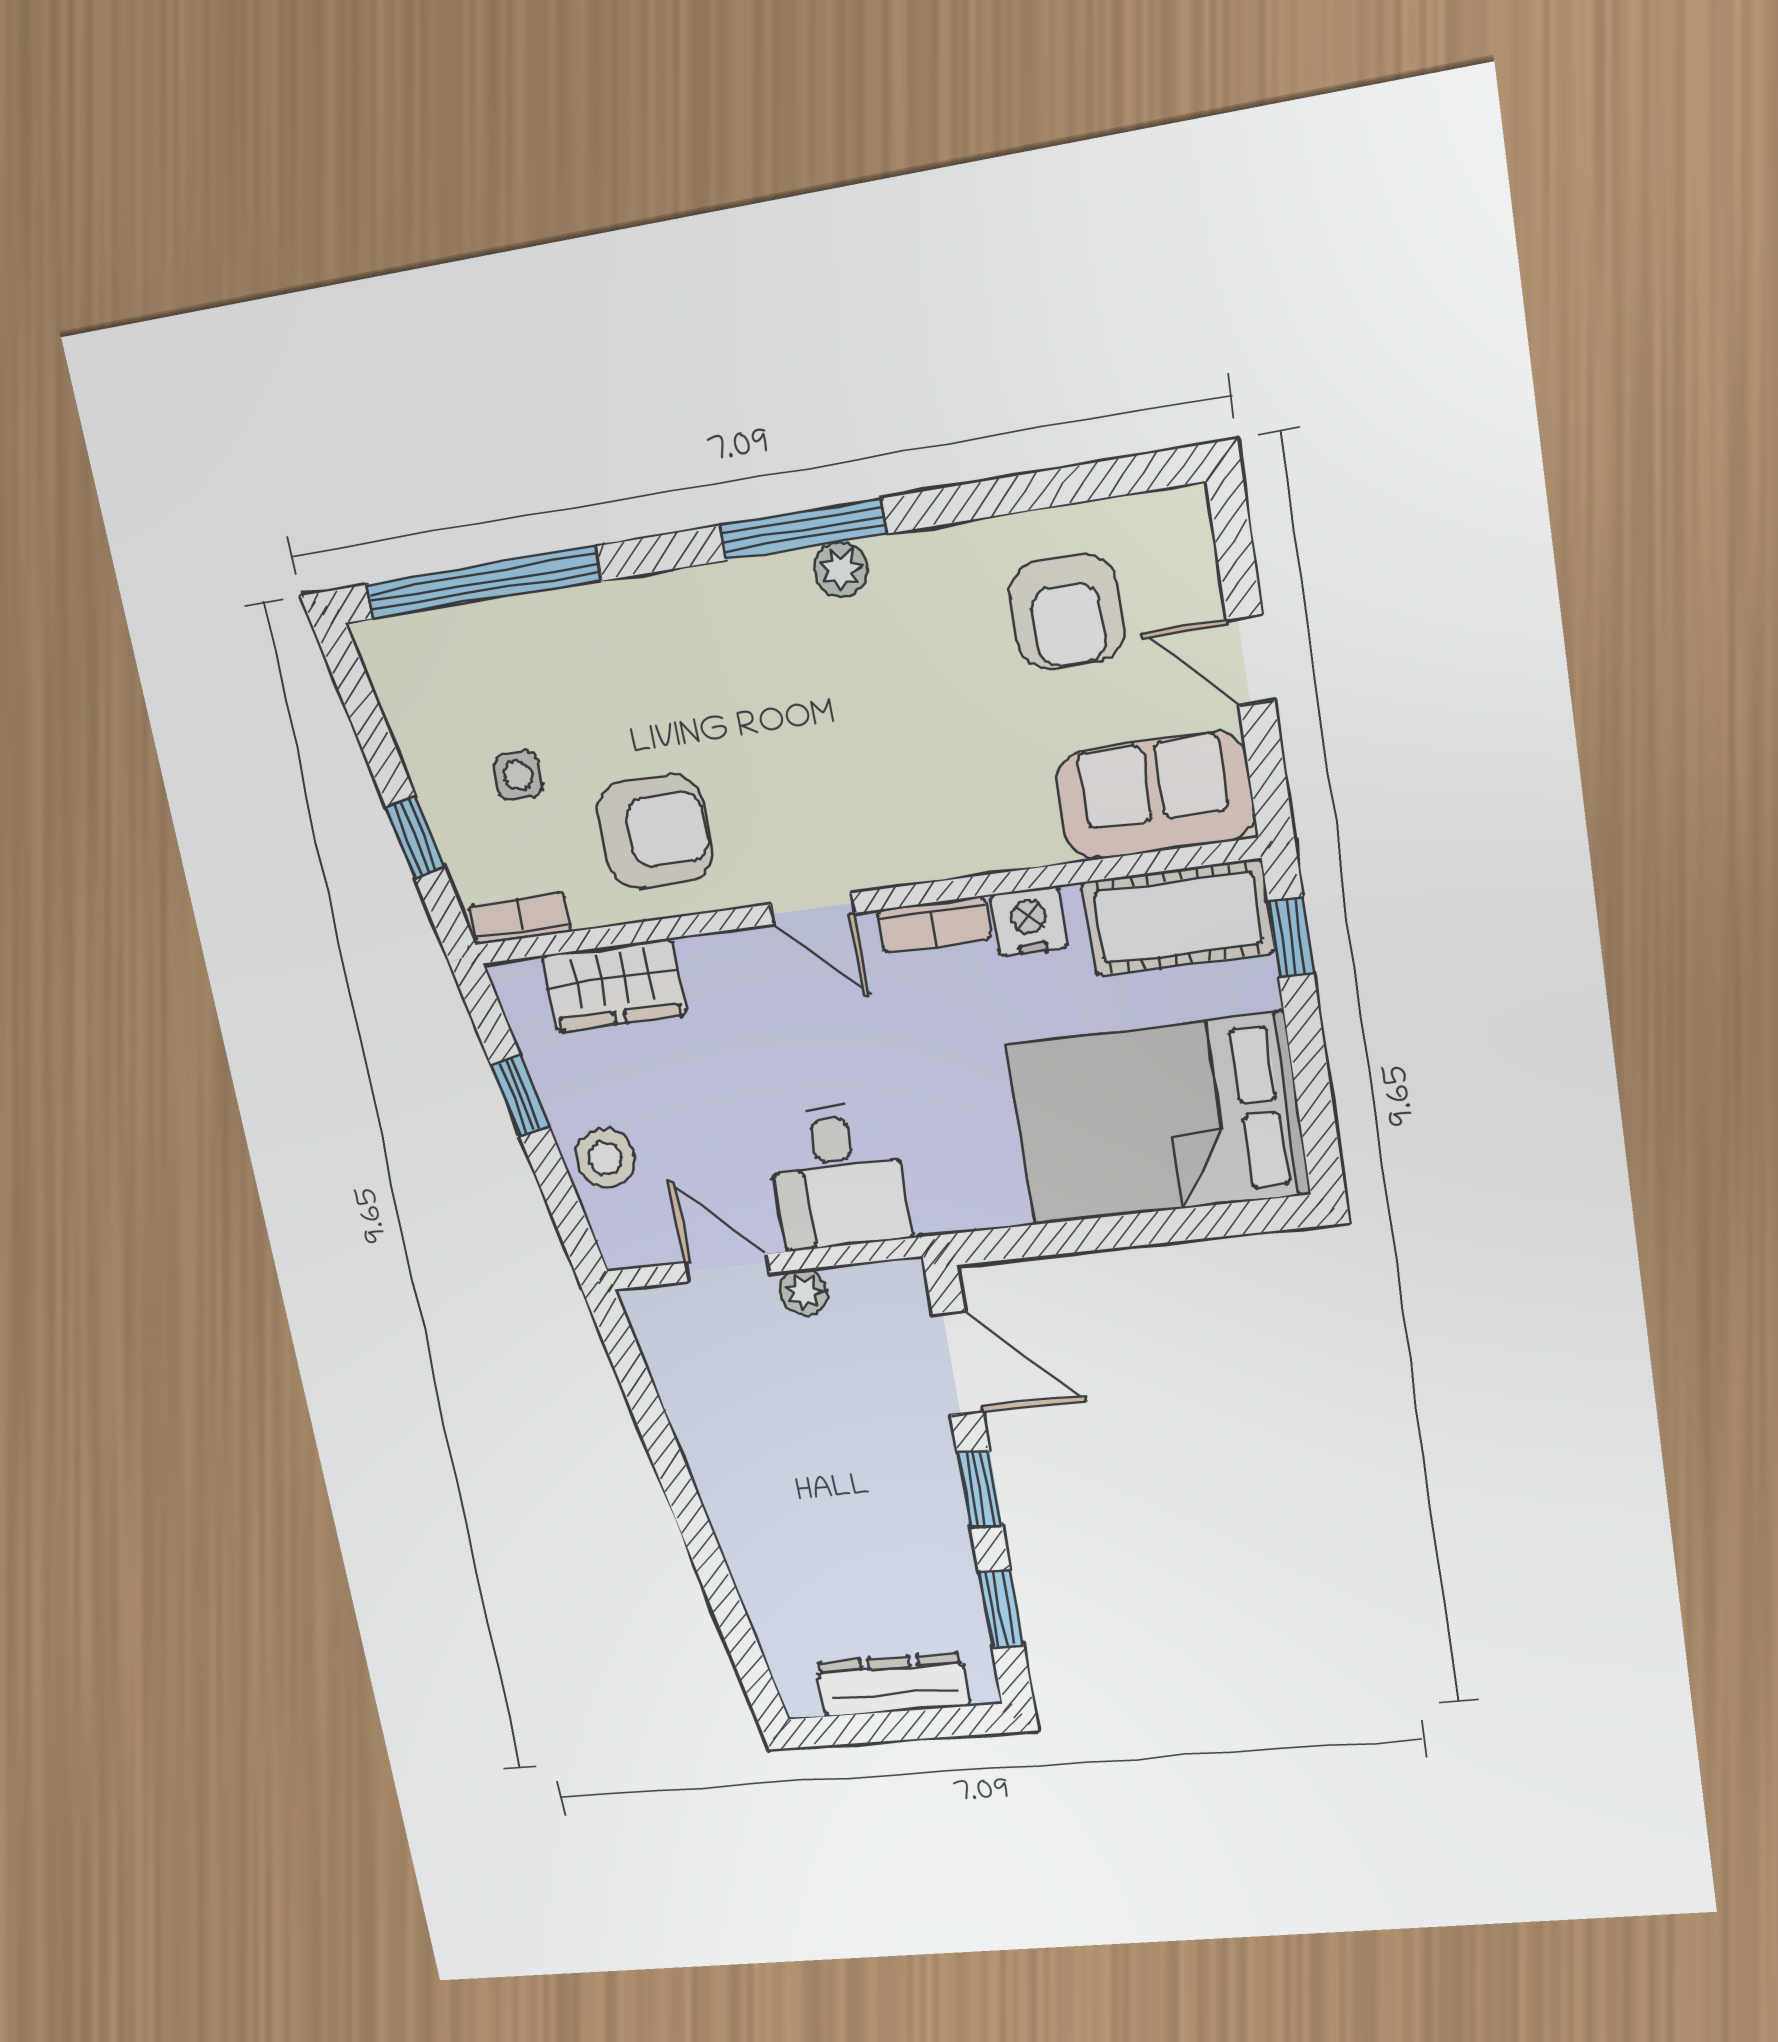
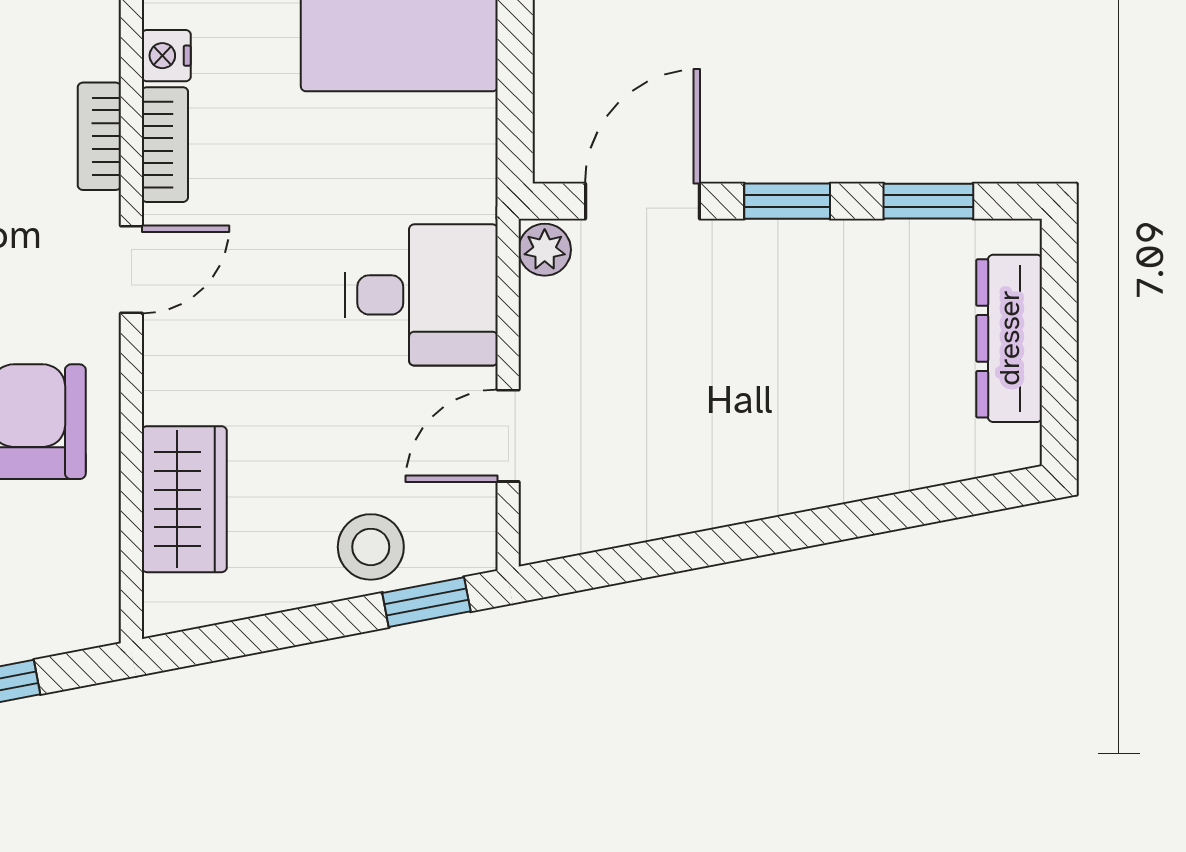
bookcase: (520, 918) -> (99, 136), moved
nightstand: (1029, 921) -> (166, 56), width x0.72, depth x0.74
window: (520, 1096) -> (426, 602), moved
plant: (804, 1292) -> (545, 250), moved

